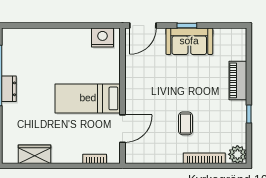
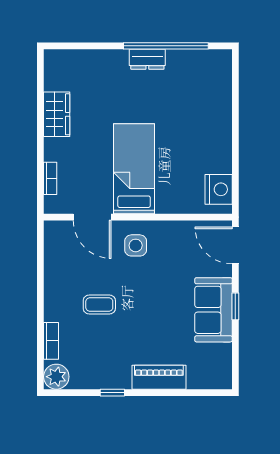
side table: (143, 97) -> (136, 245), added
wardrobe: (34, 154) -> (57, 114), moved
bookcase: (204, 158) -> (51, 341), width x0.64

